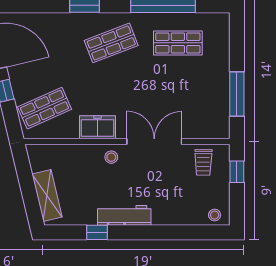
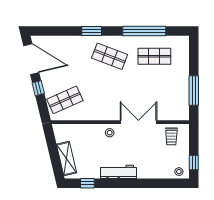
shop shelf: (111, 43) -> (110, 56), turned 42
freezer: (97, 127) -> (100, 113), removed
window: (237, 172) -> (194, 163), moved
window: (97, 232) -> (87, 183), moved

